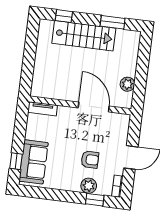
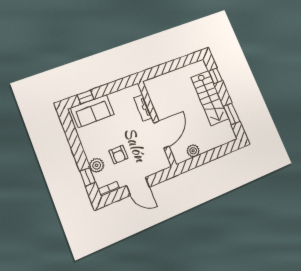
tv unit: (43, 109) -> (143, 108), moved

